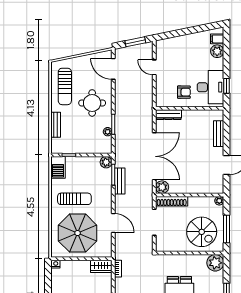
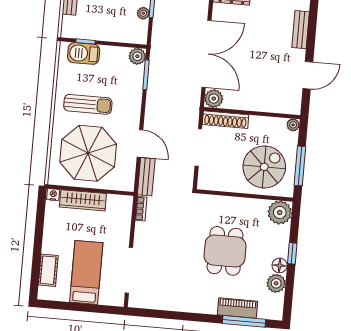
barbecue: (58, 167) -> (84, 53), moved, turned 90
bench: (120, 181) -> (146, 177), moved
spiral stairs: (202, 232) -> (264, 167), turned -90
wardrobe: (101, 266) -> (83, 200), moved, width x1.50

